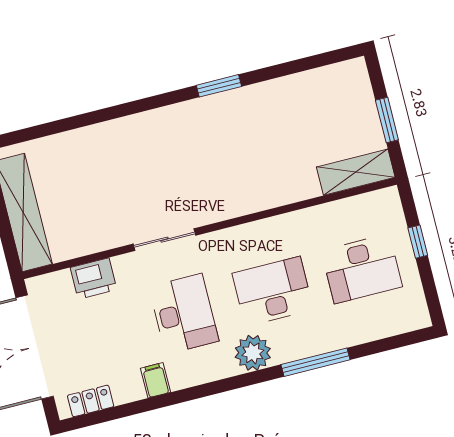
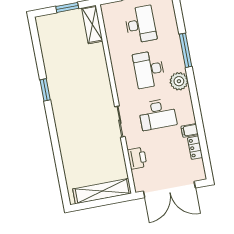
desk: (184, 314) -> (157, 114), turned 180
locker: (91, 401) -> (195, 148), moved

